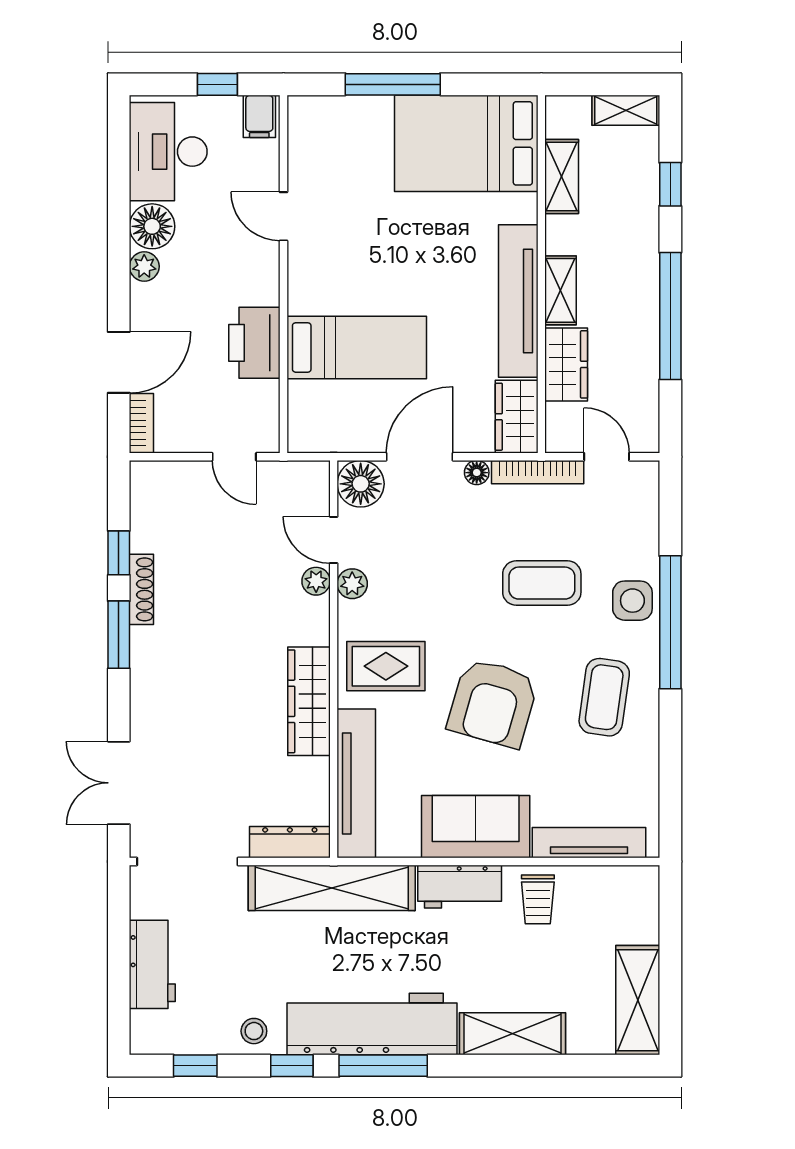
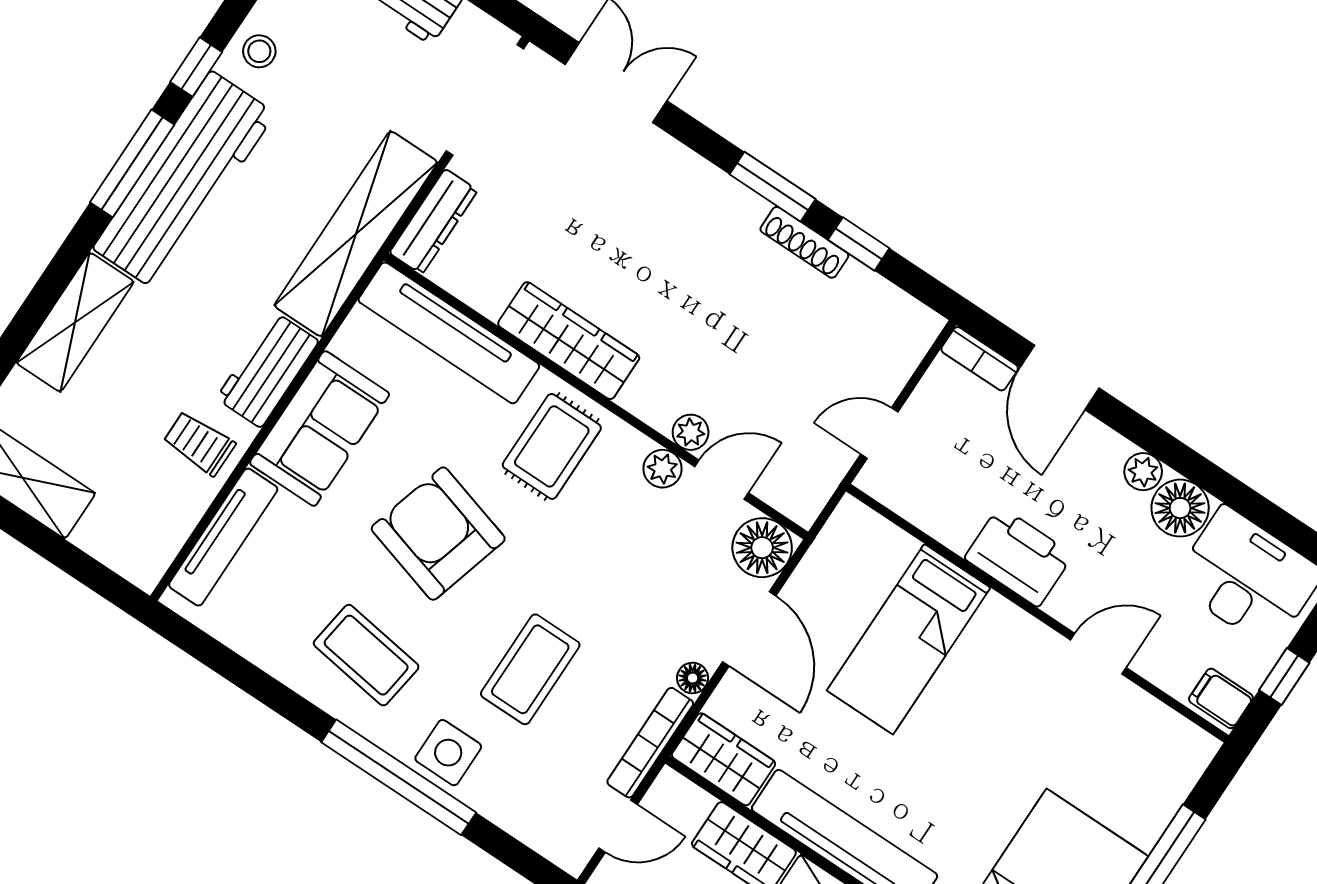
printer: (254, 343) -> (1019, 557), moved

